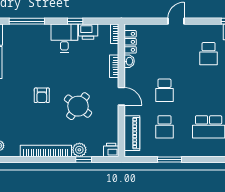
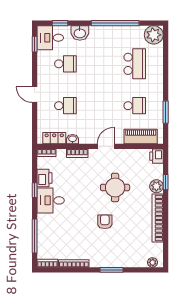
school desk: (164, 90) -> (65, 106), moved
armchair: (42, 95) -> (105, 222), turned -90
round table: (78, 106) -> (115, 187), turned -37
window: (170, 159) -> (166, 112), moved

